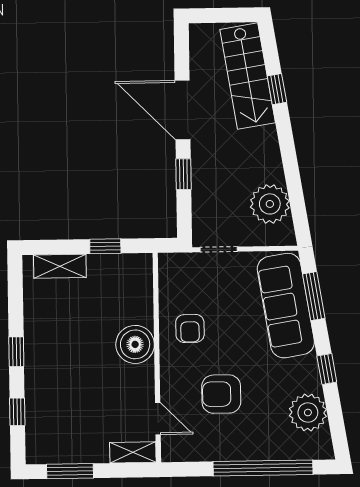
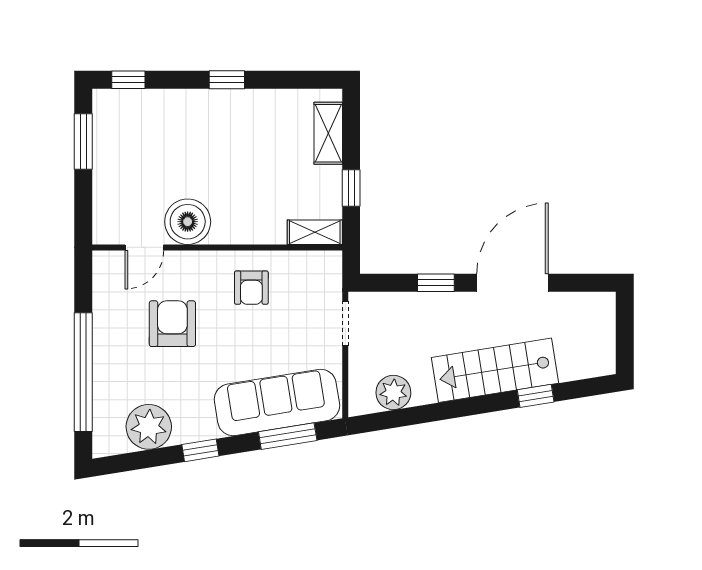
stairs: (248, 76) -> (495, 370), moved
plant: (270, 204) -> (393, 393), width x0.73, depth x0.73
armchair: (190, 328) -> (251, 288), turned -90
boiler: (135, 344) -> (188, 222), moved
window: (17, 412) -> (128, 80), moved
shelving: (133, 452) -> (315, 232), moved, turned 90

